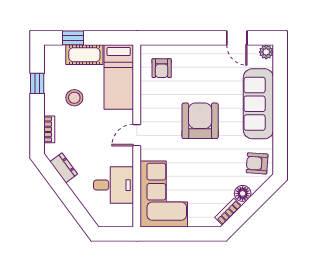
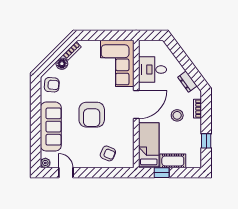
window: (73, 38) -> (162, 173), moved
armchair: (162, 68) -> (108, 153), moved, turned 113
stool: (74, 98) -> (177, 115), moved
door: (137, 135) -> (136, 105), width x1.87

